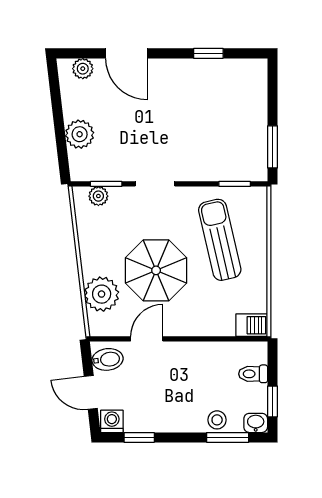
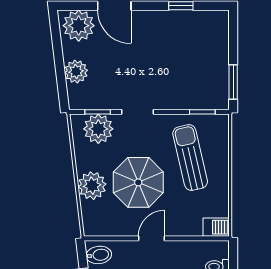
plant: (83, 69) -> (79, 26), width x1.87, depth x1.87
plant: (98, 196) -> (98, 129), width x1.88, depth x1.88
plant: (102, 294) -> (92, 186), moved
door: (147, 339) -> (152, 238), moved

